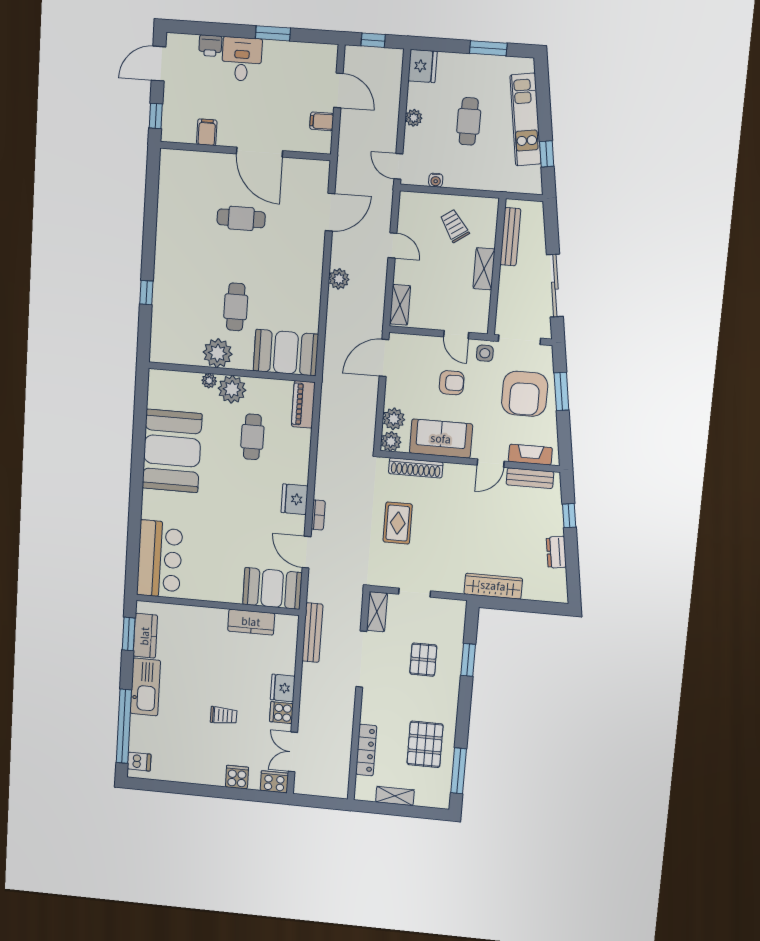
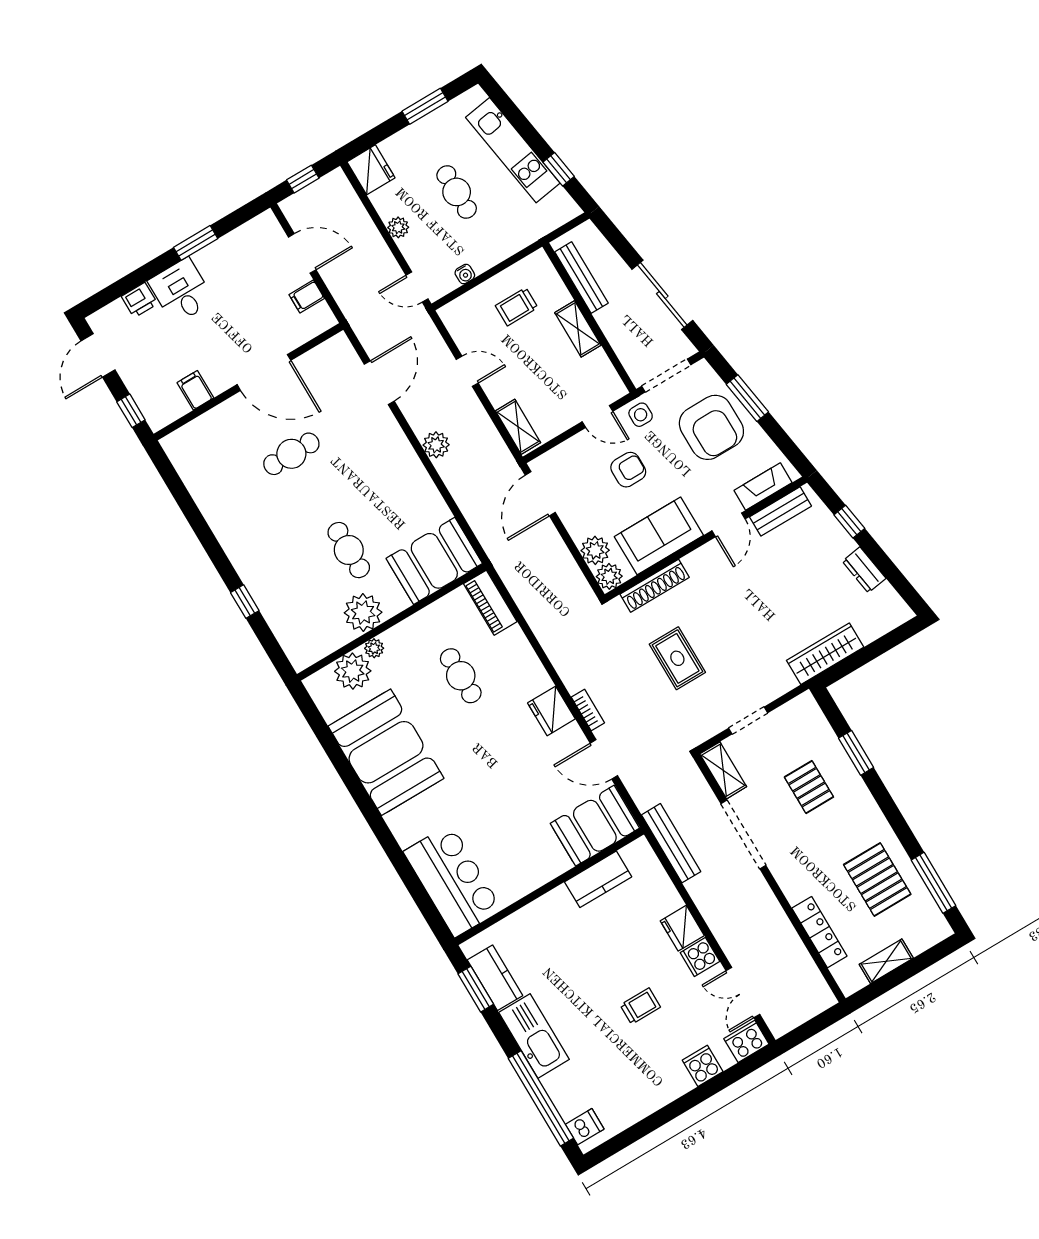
trolley: (454, 226) -> (517, 307), turned -56
plant: (232, 389) -> (353, 671), moved

